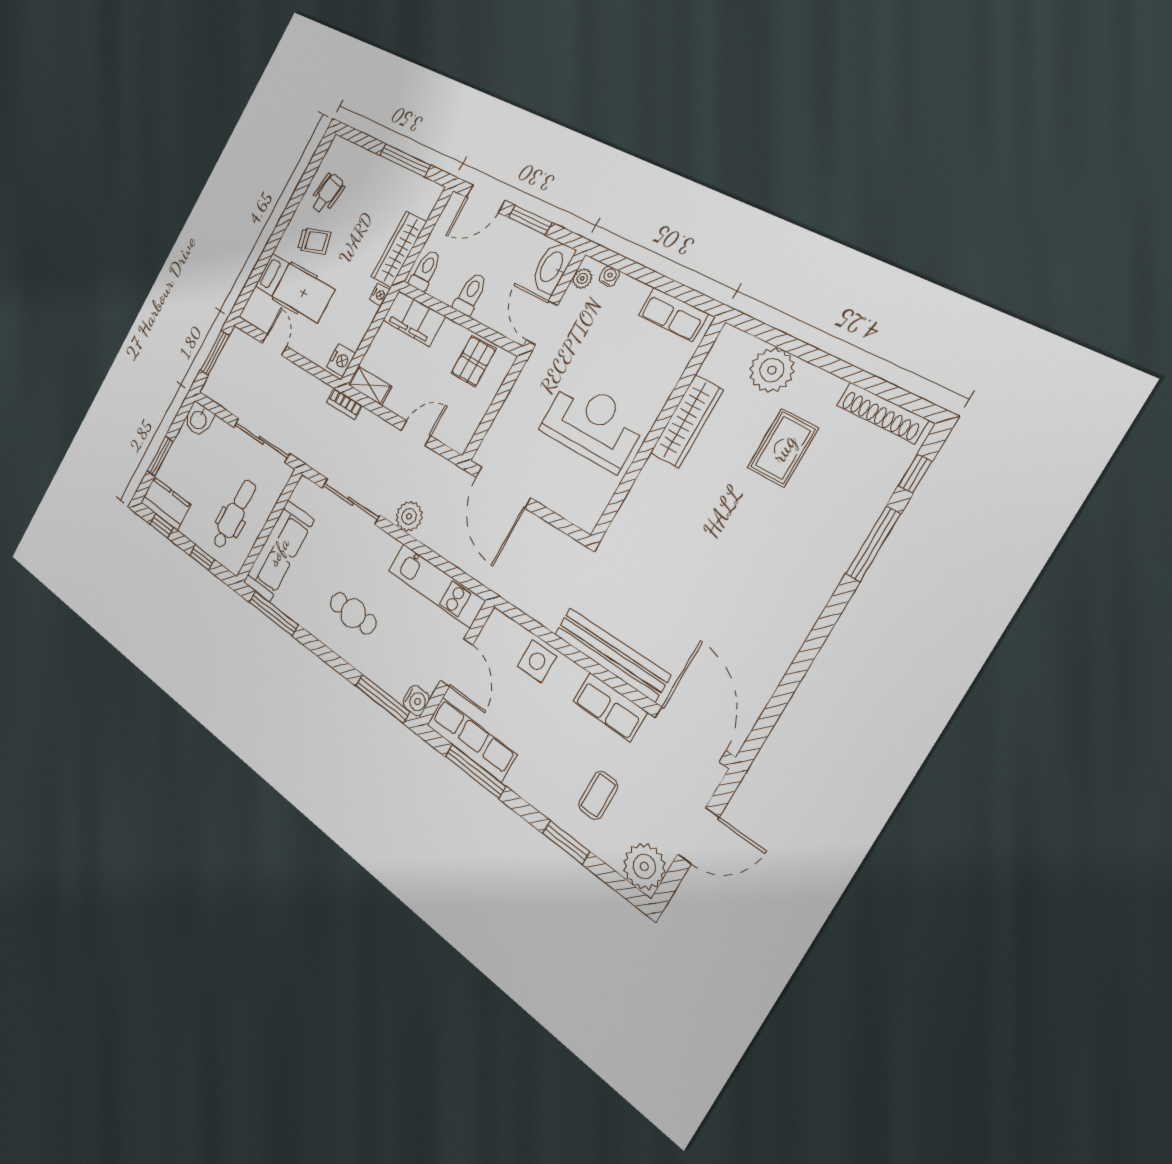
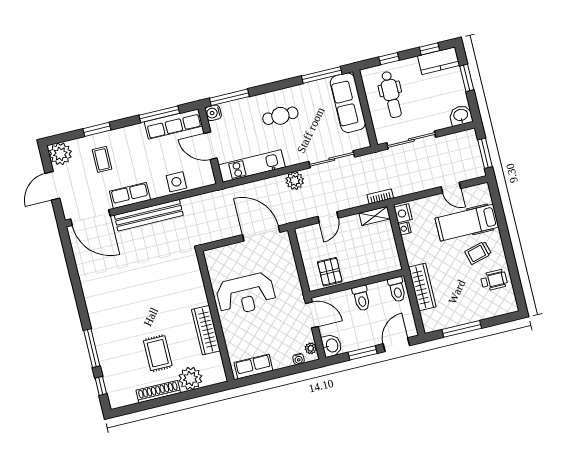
wheelchair: (327, 193) -> (494, 280), turned -100
washbasin: (552, 267) -> (332, 346), width x0.72
nightstand: (379, 294) -> (405, 229), moved
filing cabinet: (414, 318) -> (381, 264), removed
shoe rack: (882, 413) -> (158, 392), moved

